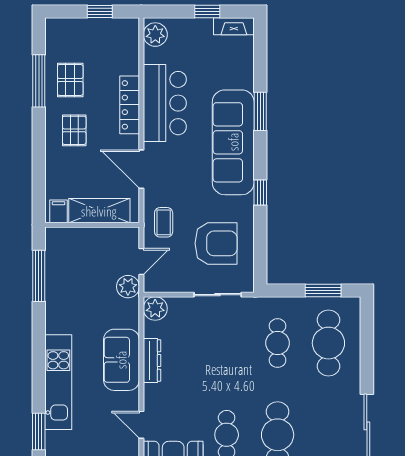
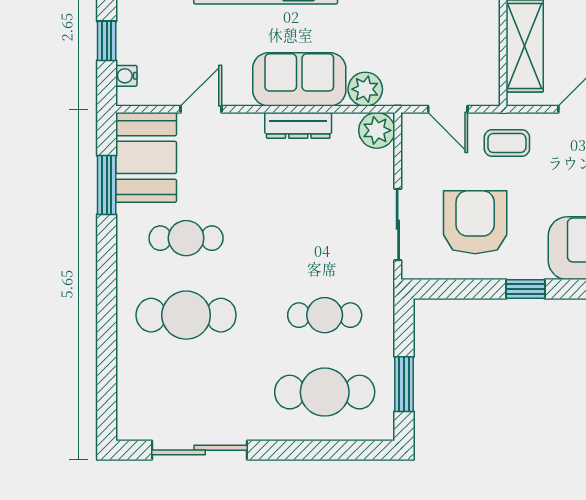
window: (260, 192) -> (525, 289), moved
armchair: (216, 243) -> (475, 222), turned 180
plant: (128, 287) -> (365, 89), moved

